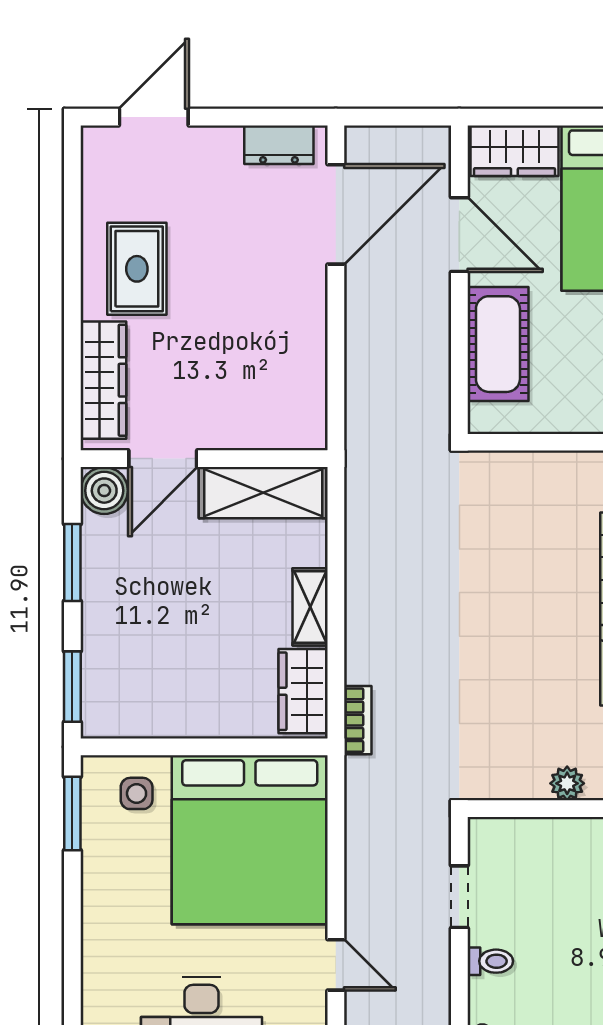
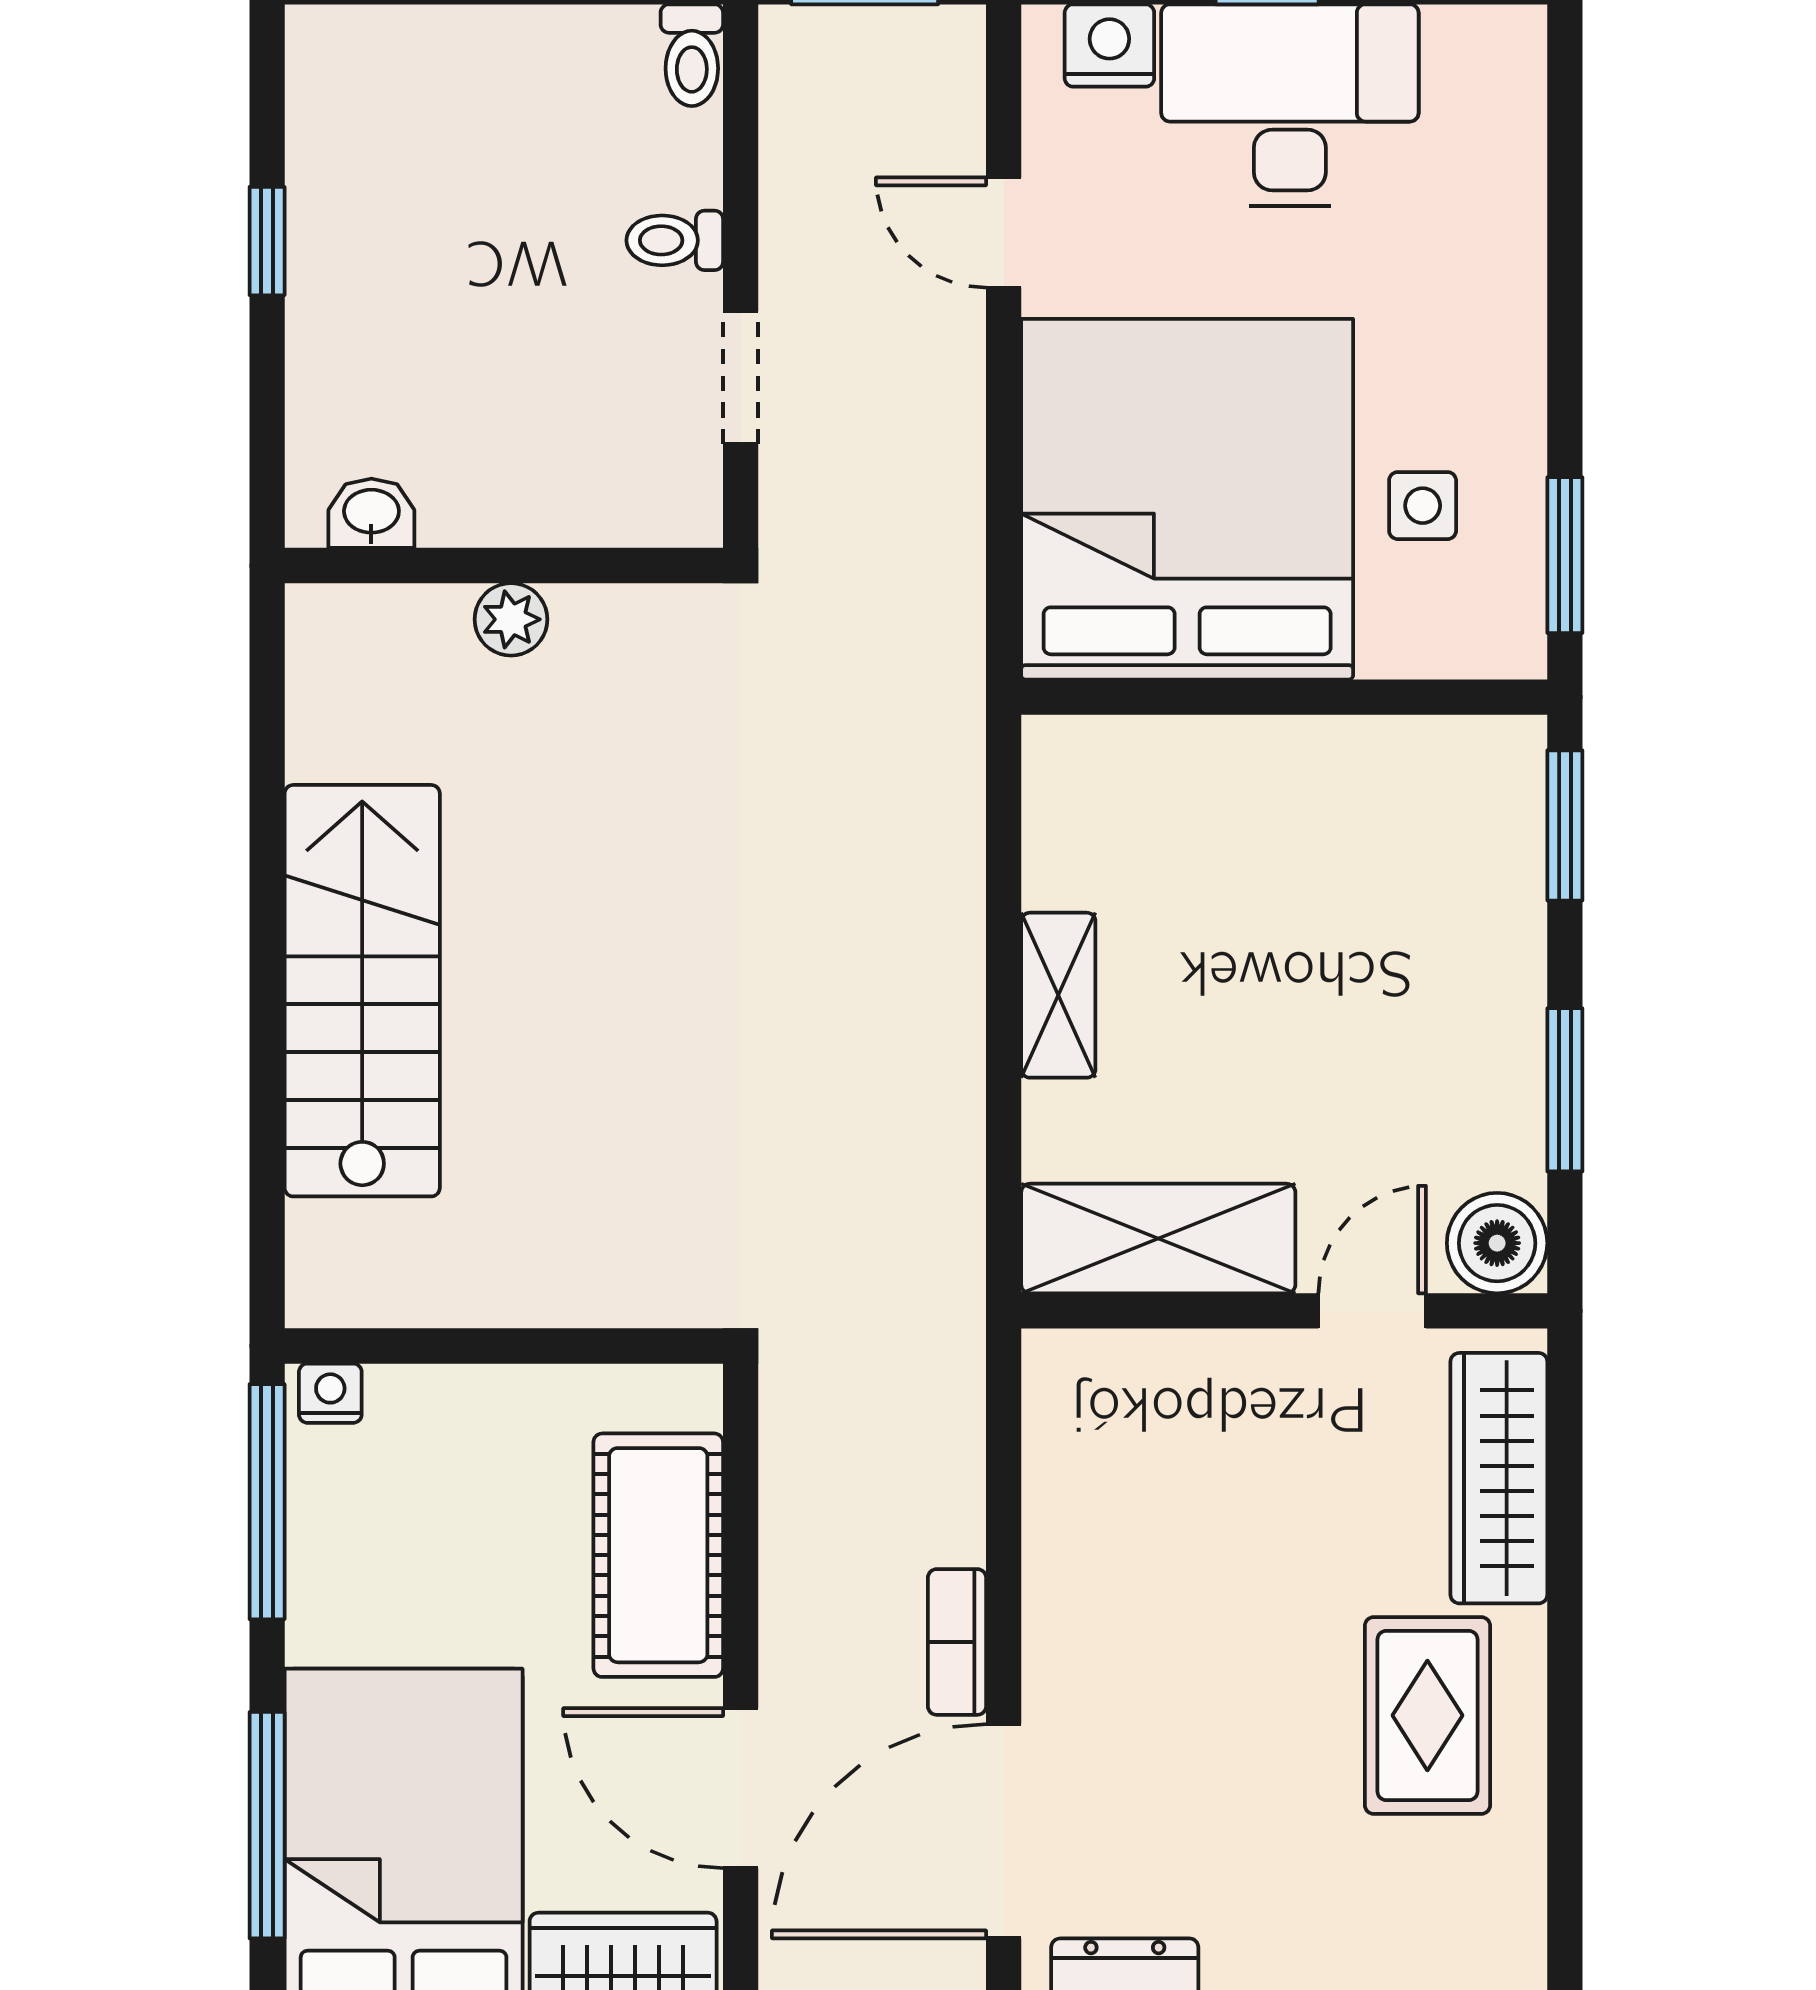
door: (163, 459) -> (1372, 1311), width x0.73
wardrobe: (303, 691) -> (1073, 816), removed
bookcase: (358, 720) -> (957, 1642), moved
side table: (137, 793) -> (1423, 506), moved

